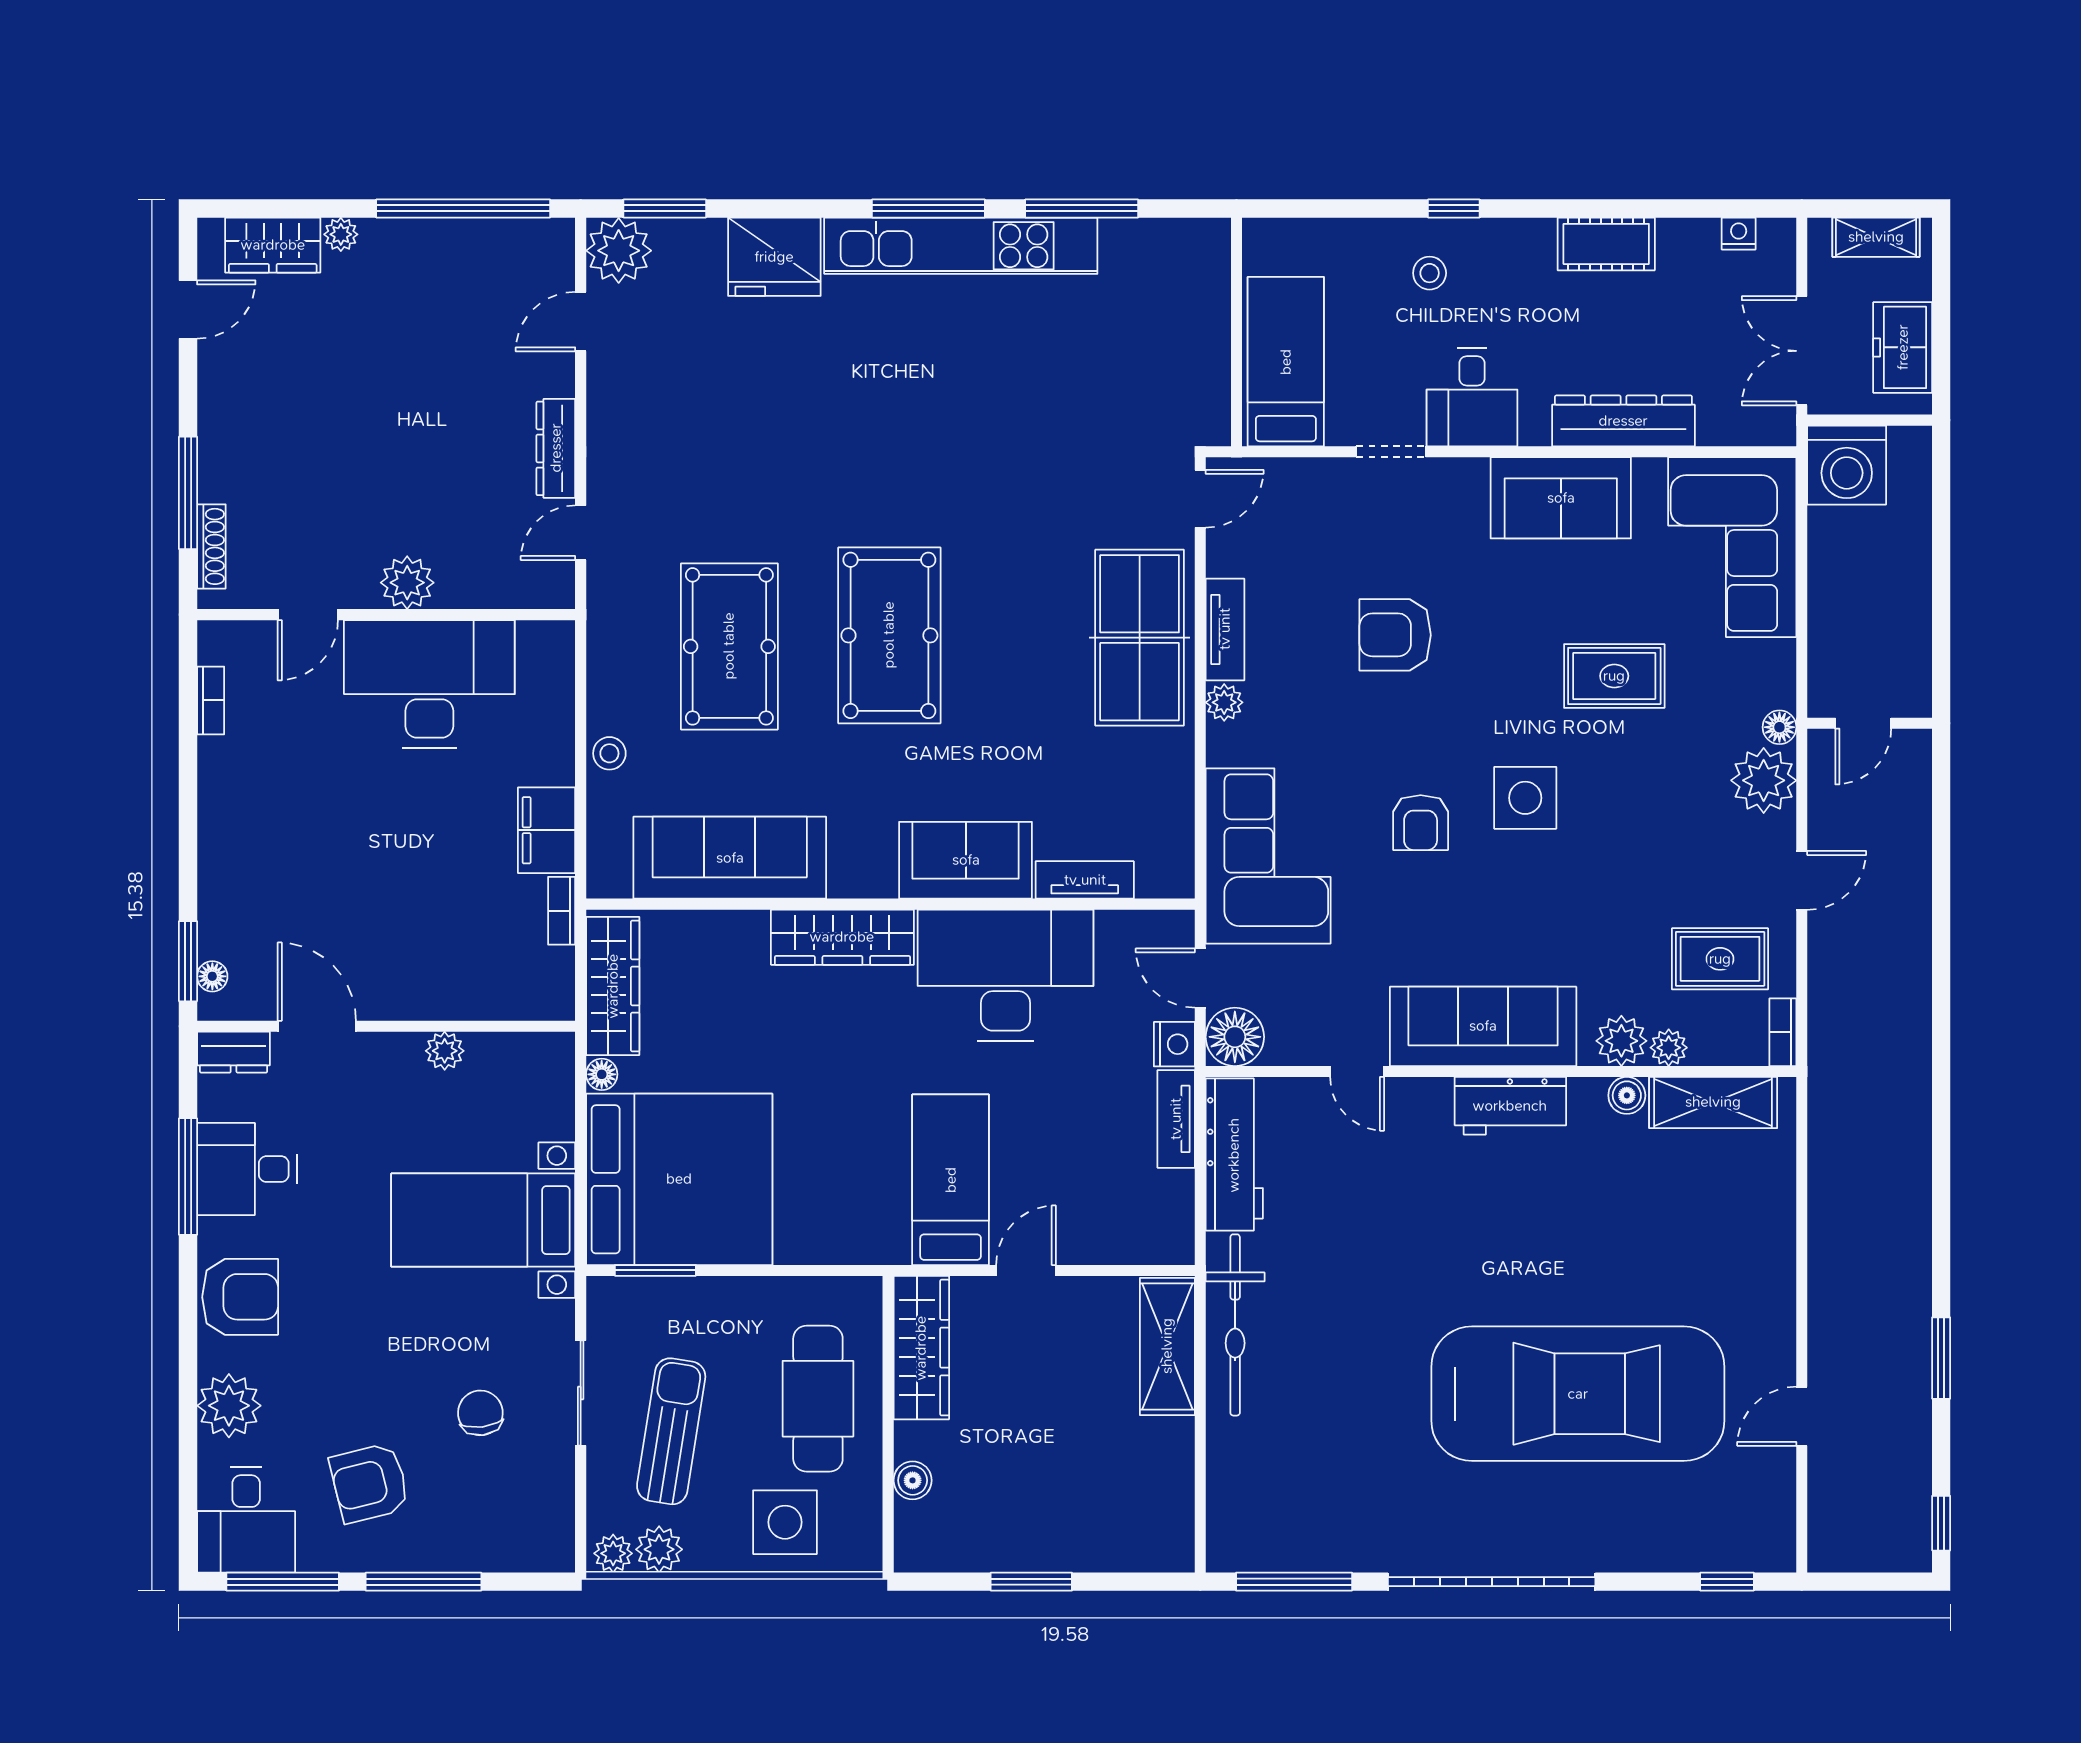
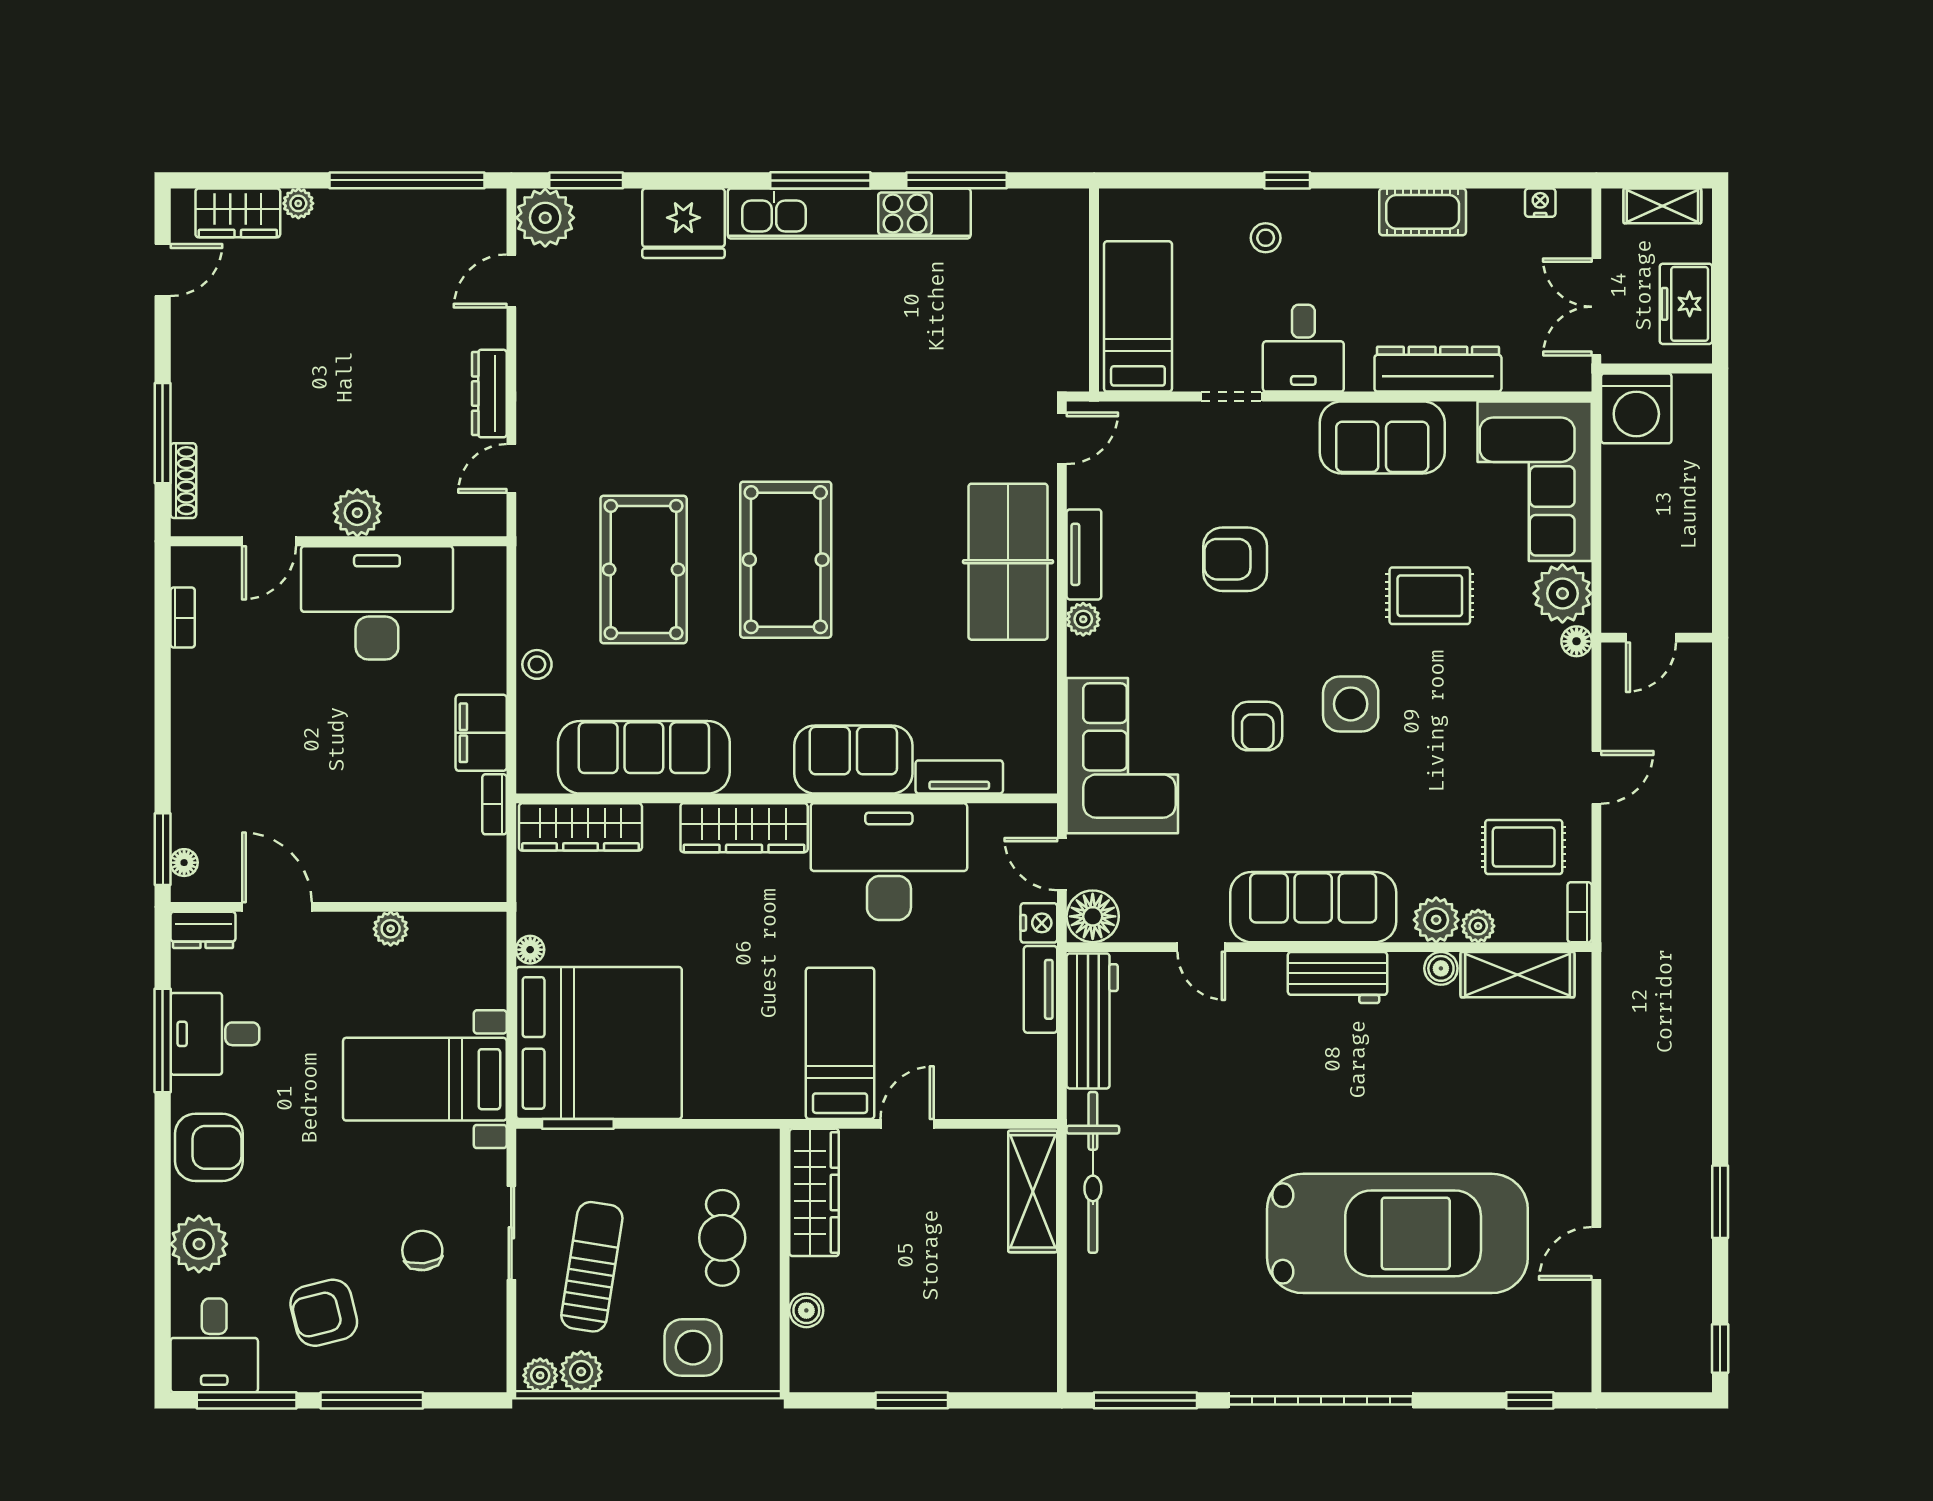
plant: (1764, 780) -> (1562, 593), moved
wardrobe: (613, 986) -> (580, 827), moved, turned 90
cafe table: (818, 1399) -> (722, 1238), width x0.73, depth x0.74

